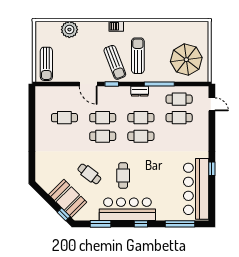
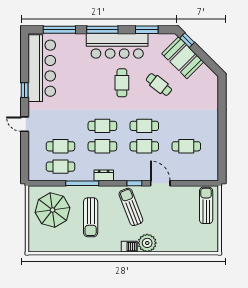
plant: (69, 30) -> (147, 243), moved
sun lounger: (138, 56) -> (91, 217), moved
door: (212, 104) -> (25, 124), moved
window: (141, 224) -> (102, 30), width x2.17

